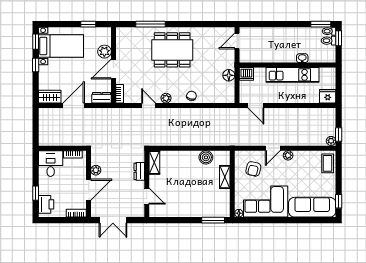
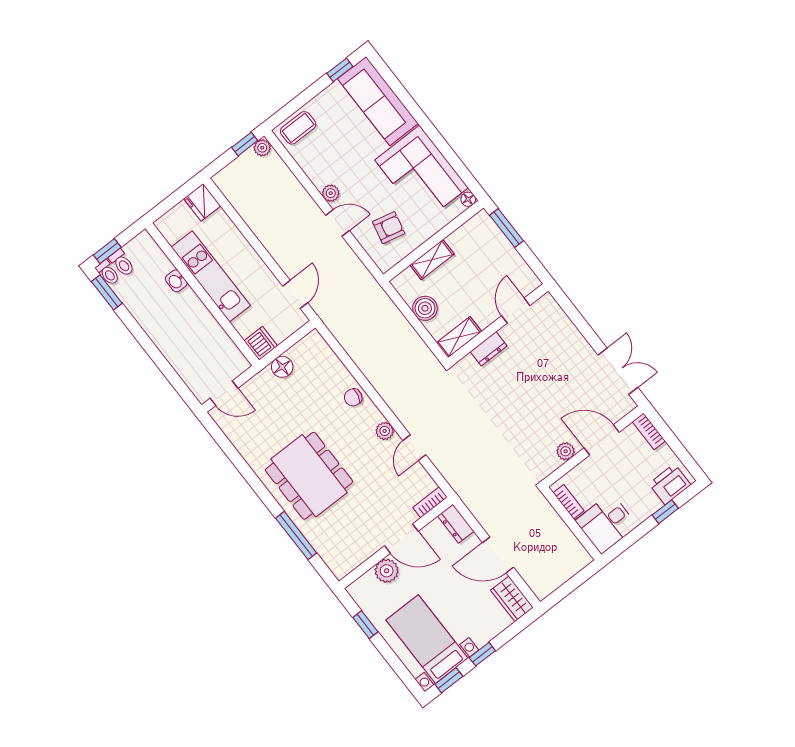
shelving: (154, 162) -> (459, 337), moved
dresser: (139, 171) -> (489, 349), moved
wall: (147, 184) -> (498, 324), moved
door: (147, 196) -> (516, 311), moved

